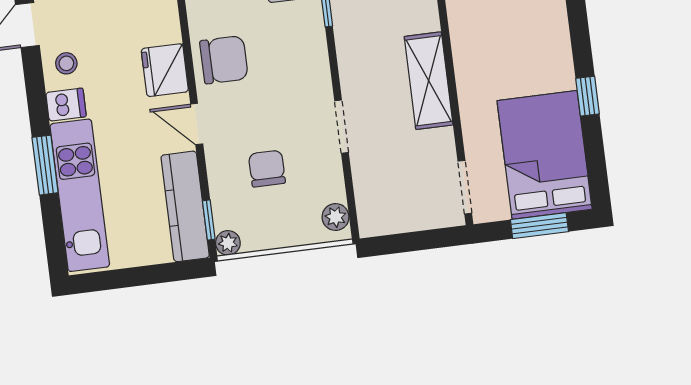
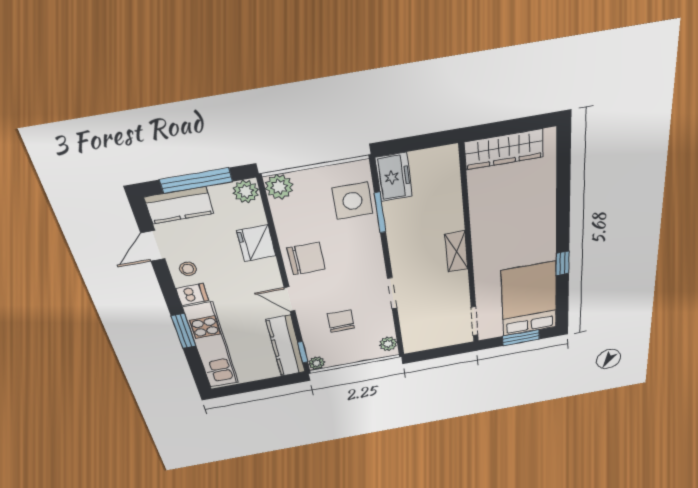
fridge: (165, 70) -> (256, 243), moved
shelving: (429, 81) -> (456, 252), width x0.67, depth x0.75

